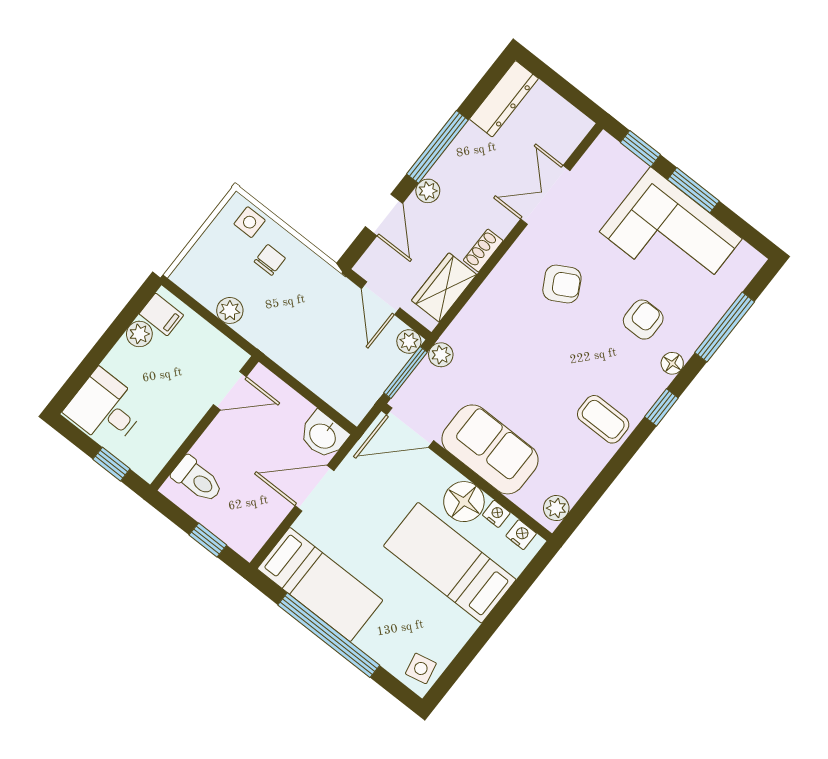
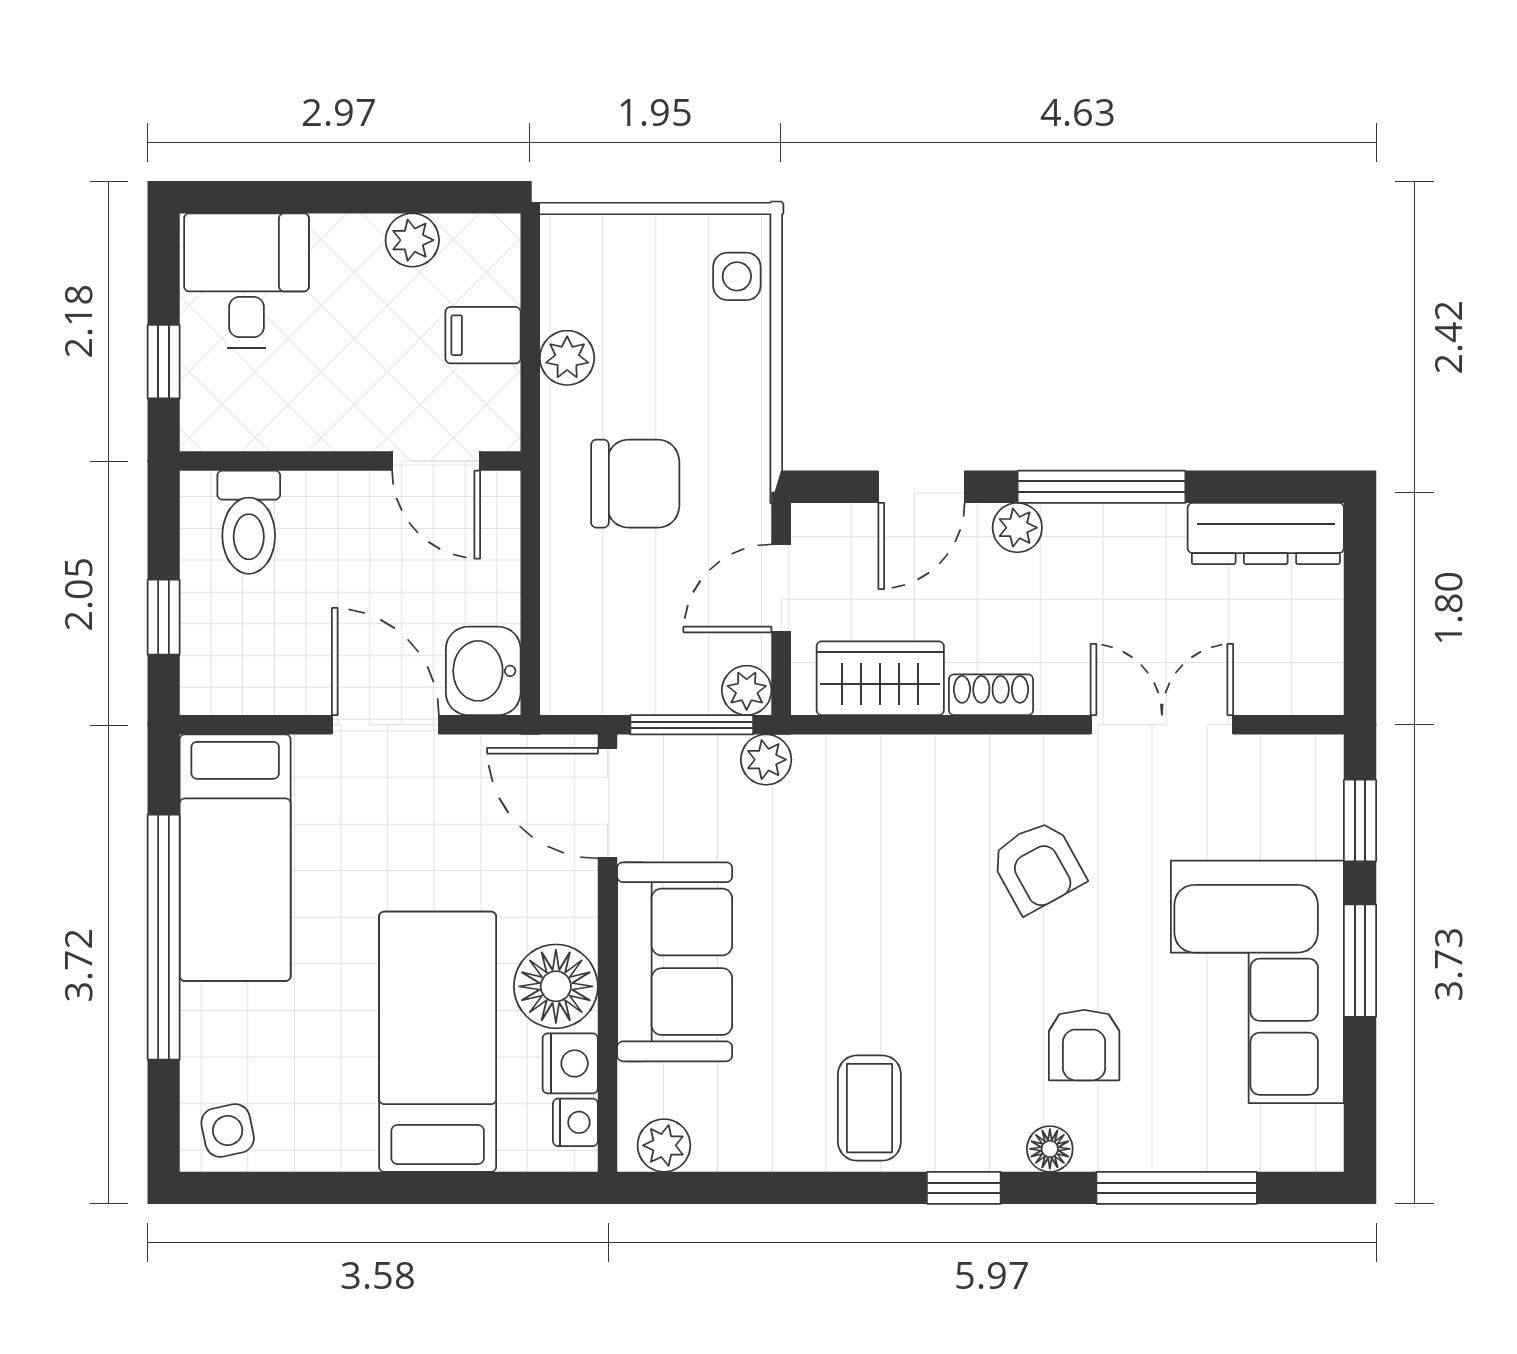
chair: (270, 260) -> (635, 484), moved, width x1.87, depth x1.87
filing cabinet: (161, 315) -> (483, 335), moved, turned 90
armchair: (643, 320) -> (1084, 1045), turned 90
nightstand: (496, 514) -> (570, 1063), width x1.39, depth x1.35

